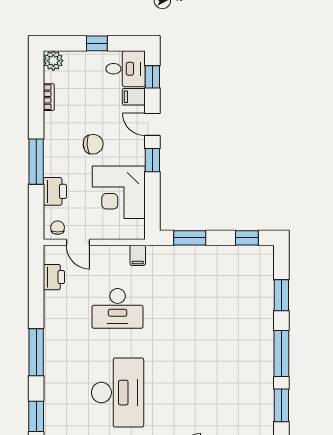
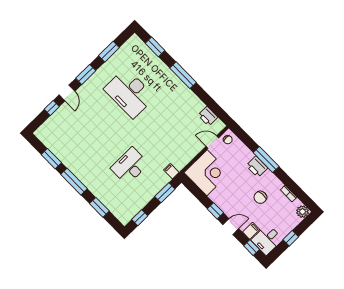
chair: (93, 144) -> (260, 197), moved
printer: (55, 191) -> (257, 167), moved
corner desk: (119, 192) -> (207, 173), moved, turned 90
filing cabinet: (138, 255) -> (171, 171), moved
desk: (118, 308) -> (130, 166), moved

